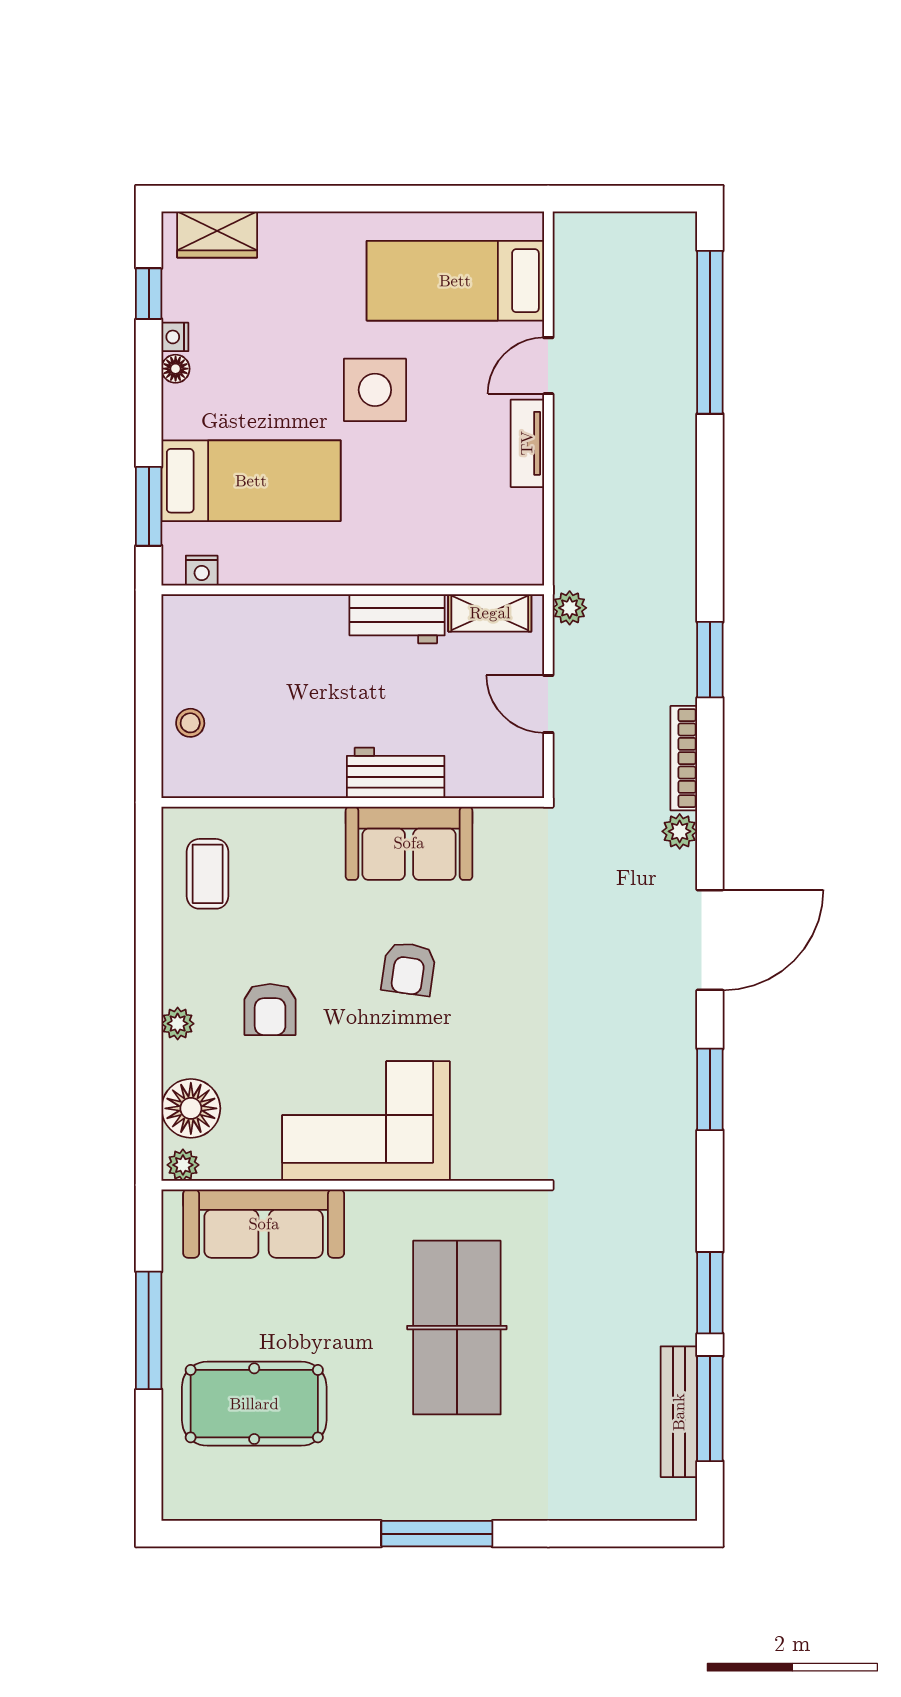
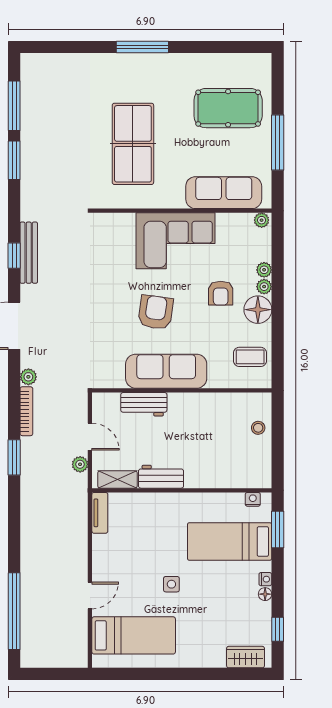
nightstand: (175, 337) -> (265, 579), moved
side table: (375, 390) -> (171, 584), width x0.54, depth x0.54
tv unit: (527, 443) -> (100, 513), moved
plant: (570, 608) -> (80, 464), moved
workbench: (396, 773) -> (144, 404), moved
sofa: (409, 843) -> (166, 371), width x1.36
coffee table: (208, 874) -> (250, 357), turned 90
armchair: (409, 969) -> (156, 312), width x1.38, depth x1.38
armchair: (270, 1009) -> (221, 293), turned 180
plant: (178, 1059) -> (264, 270), added
window: (710, 1089) -> (14, 256), width x0.67
floor lamp: (191, 1108) -> (258, 310), moved
bench: (679, 1412) -> (29, 253), moved

